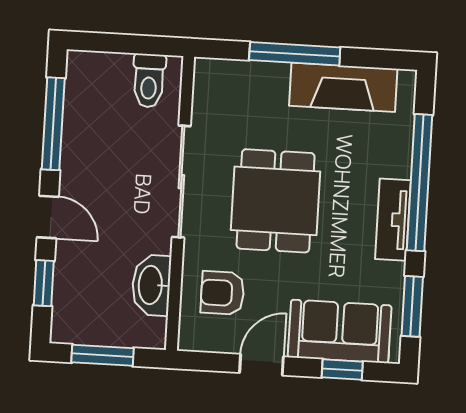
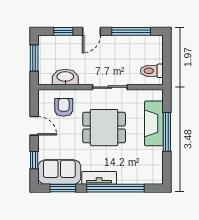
fireplace: (343, 87) -> (154, 123), moved
sliding door: (181, 182) -> (110, 87), width x0.73
sofa: (340, 331) -> (59, 172), moved, turned -90

